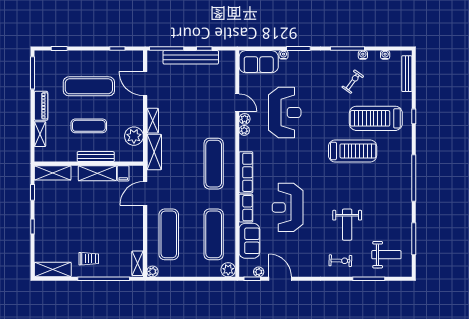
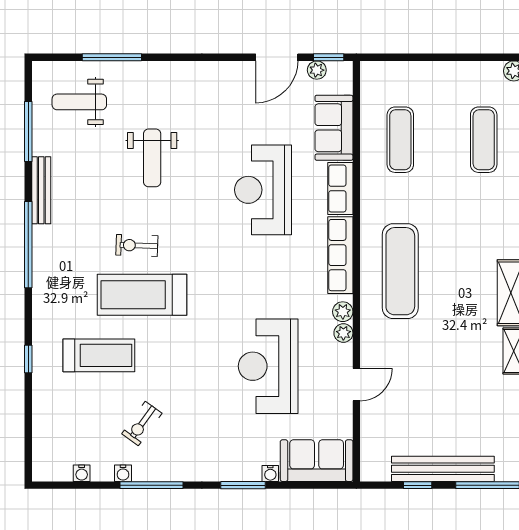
bench: (407, 74) -> (41, 190), moved
door: (237, 103) -> (356, 385), swing flipped
treadmill: (376, 118) -> (99, 355), width x0.73, depth x0.73
plant: (245, 119) -> (343, 312), moved
reception desk: (288, 207) -> (263, 190), turned 180
weight bench: (347, 225) -> (152, 158), turned 180
exercise mat: (169, 234) -> (484, 140), width x0.73, depth x0.69
exercise mat: (214, 234) -> (400, 140), width x0.73, depth x0.69
exercise bike: (340, 261) -> (137, 245), moved
plant: (228, 270) -> (373, 74), removed
door: (280, 279) -> (277, 57), hinge flipped

